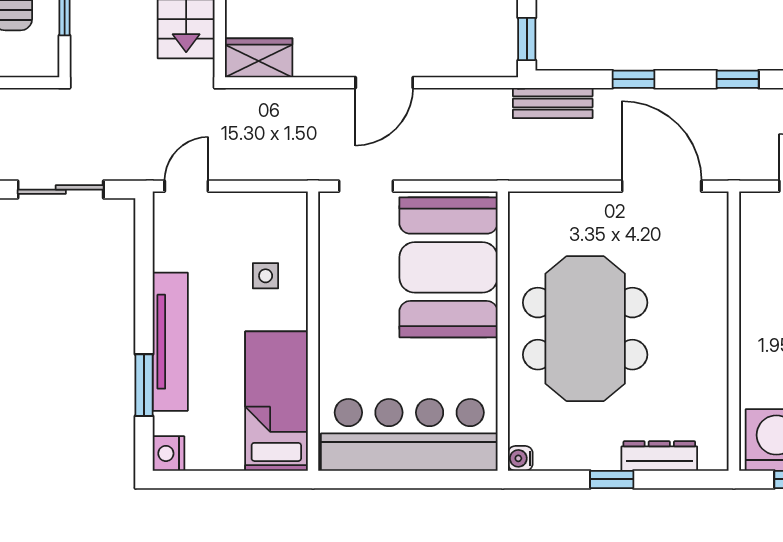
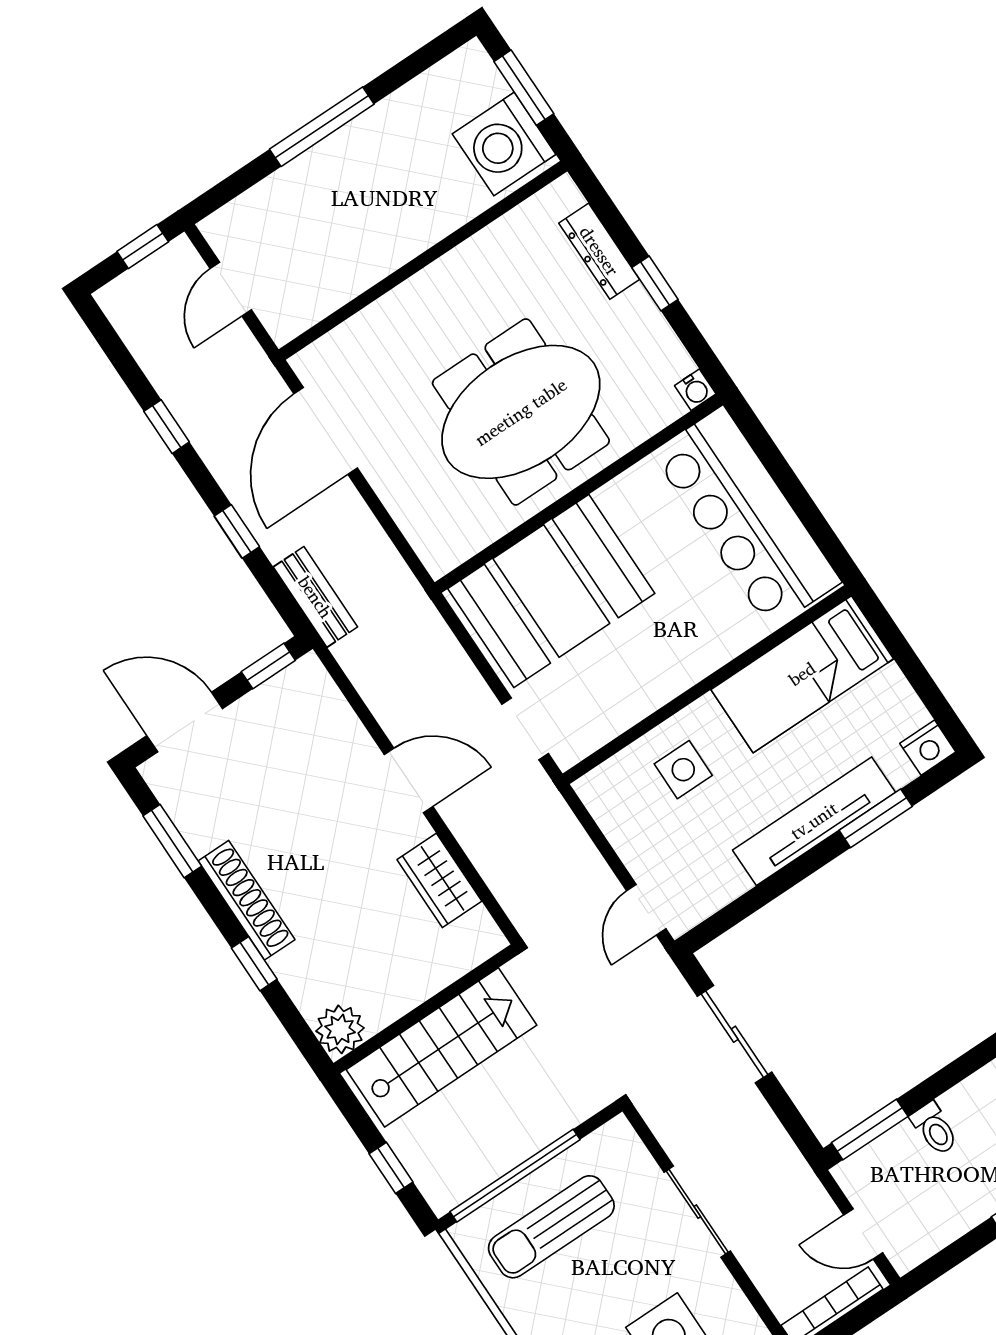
wardrobe: (259, 58) -> (439, 880), moved
door: (186, 186) -> (646, 910), hinge flipped
side table: (266, 276) -> (683, 770), width x1.37, depth x1.37

